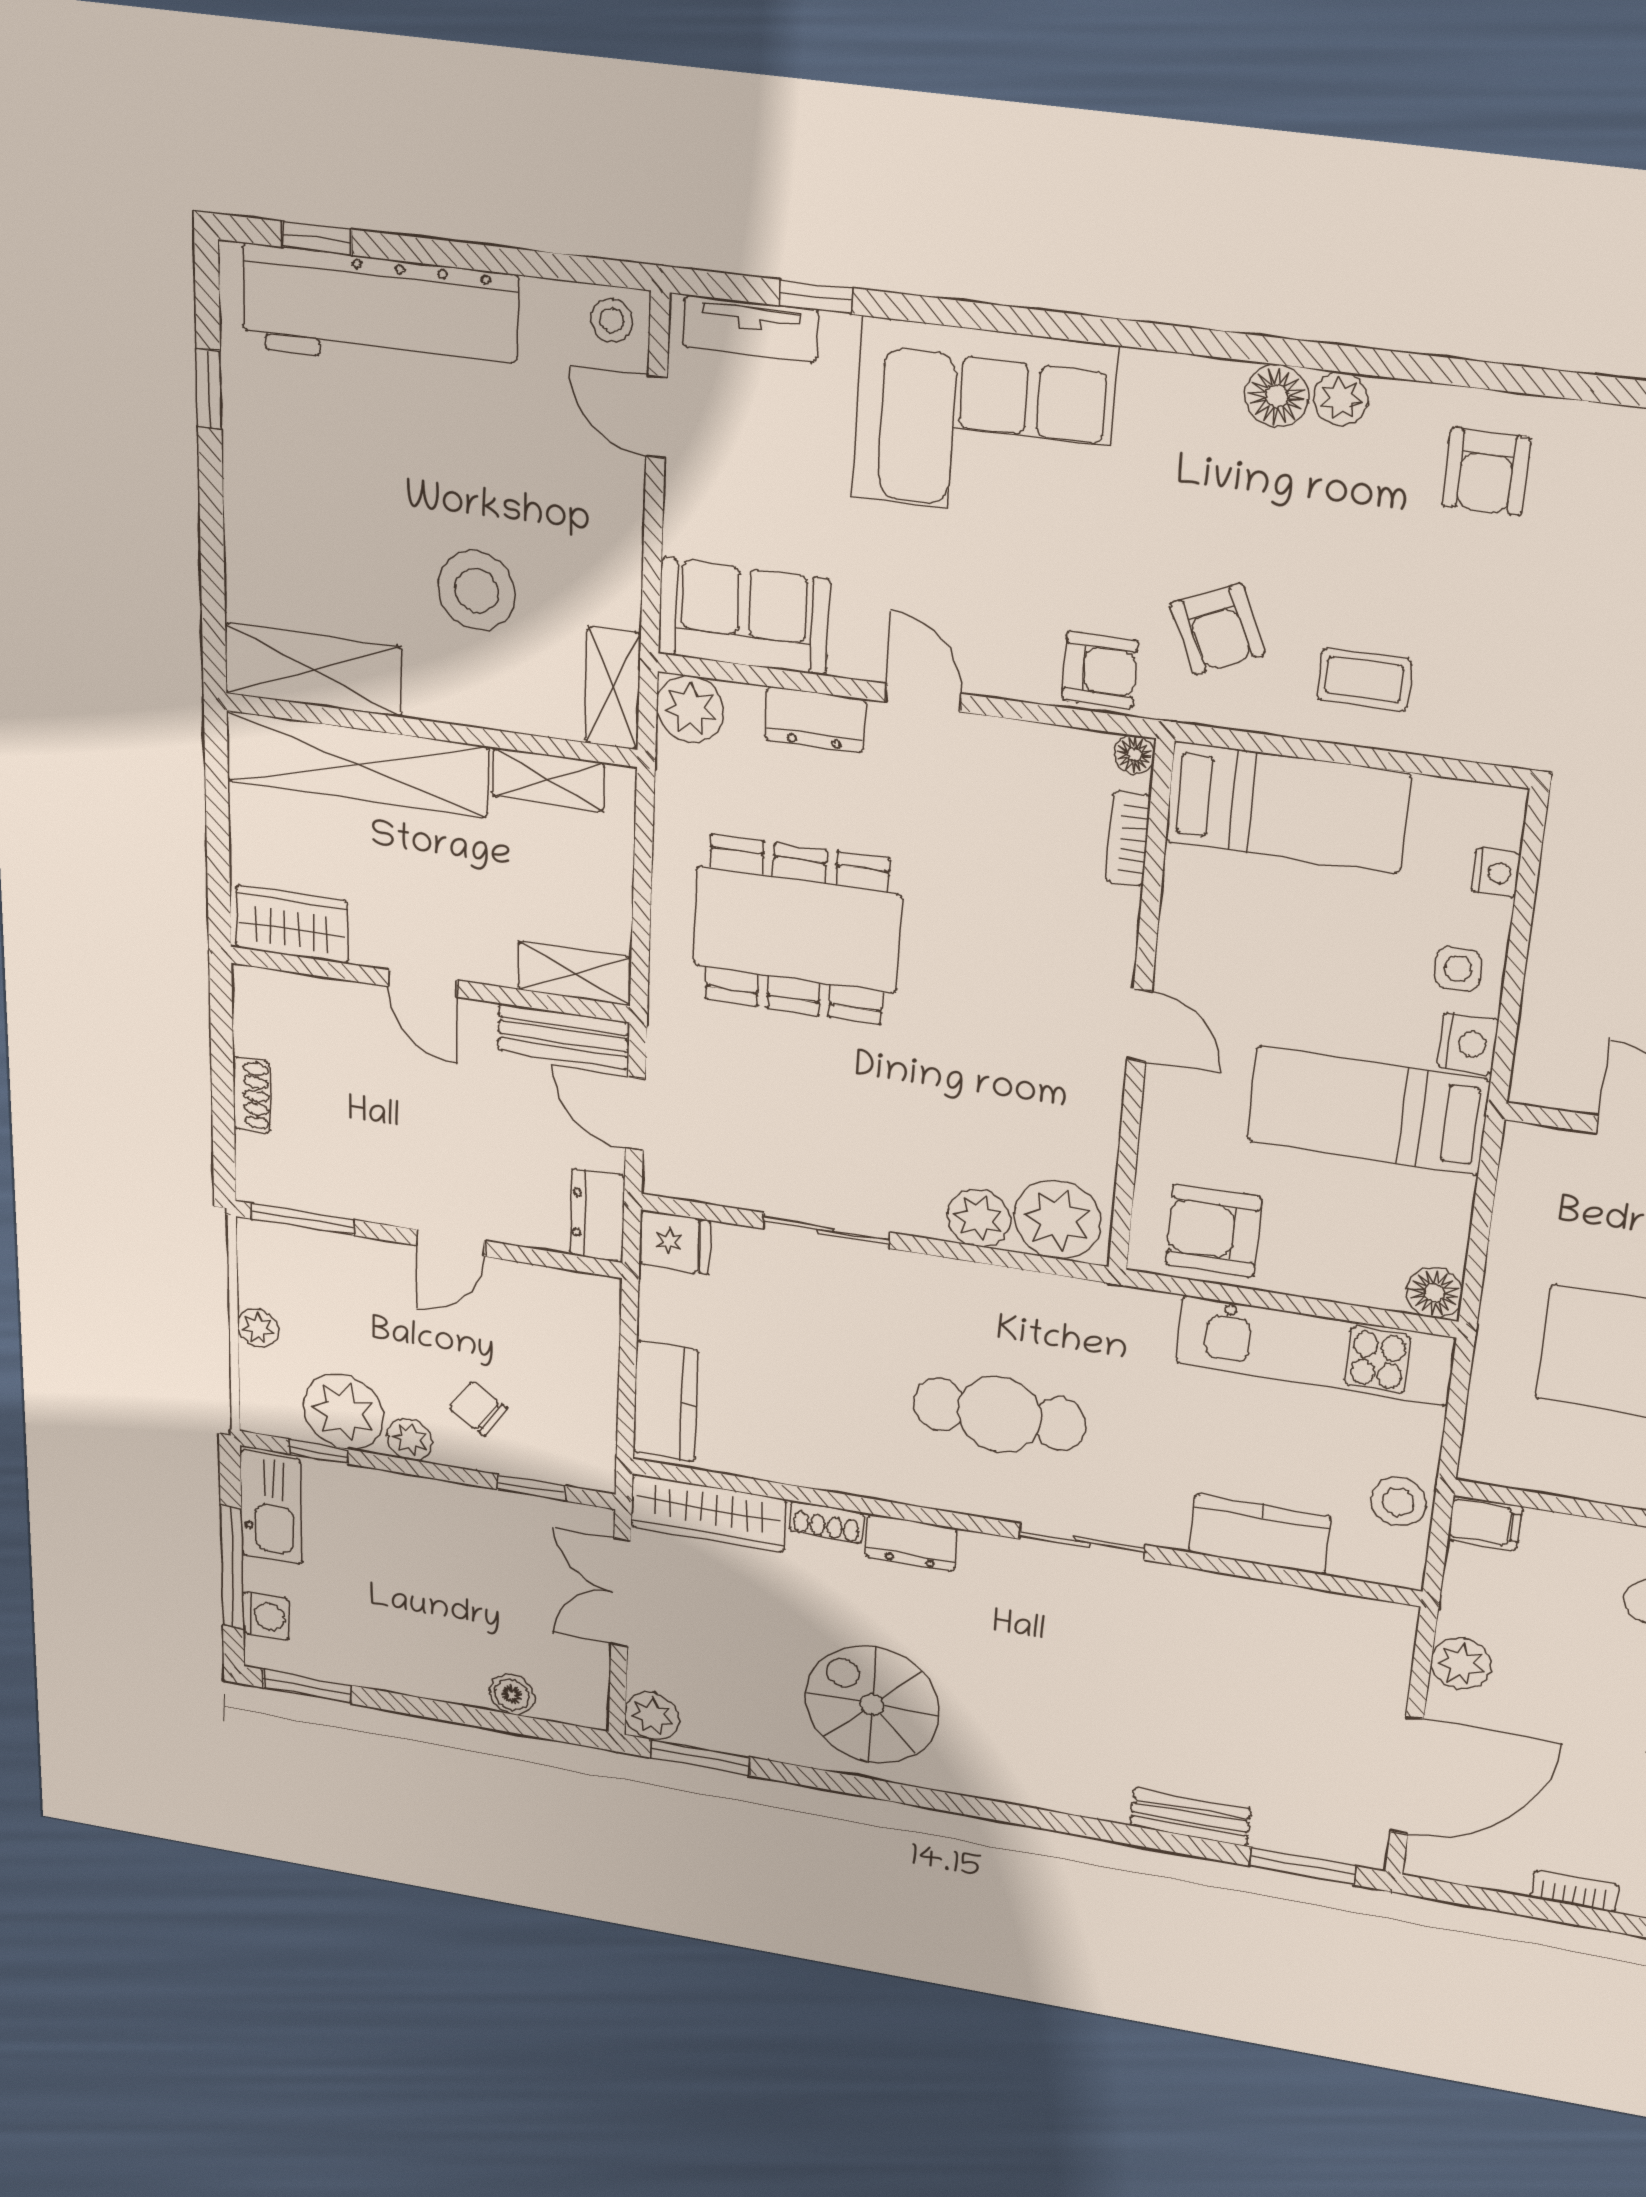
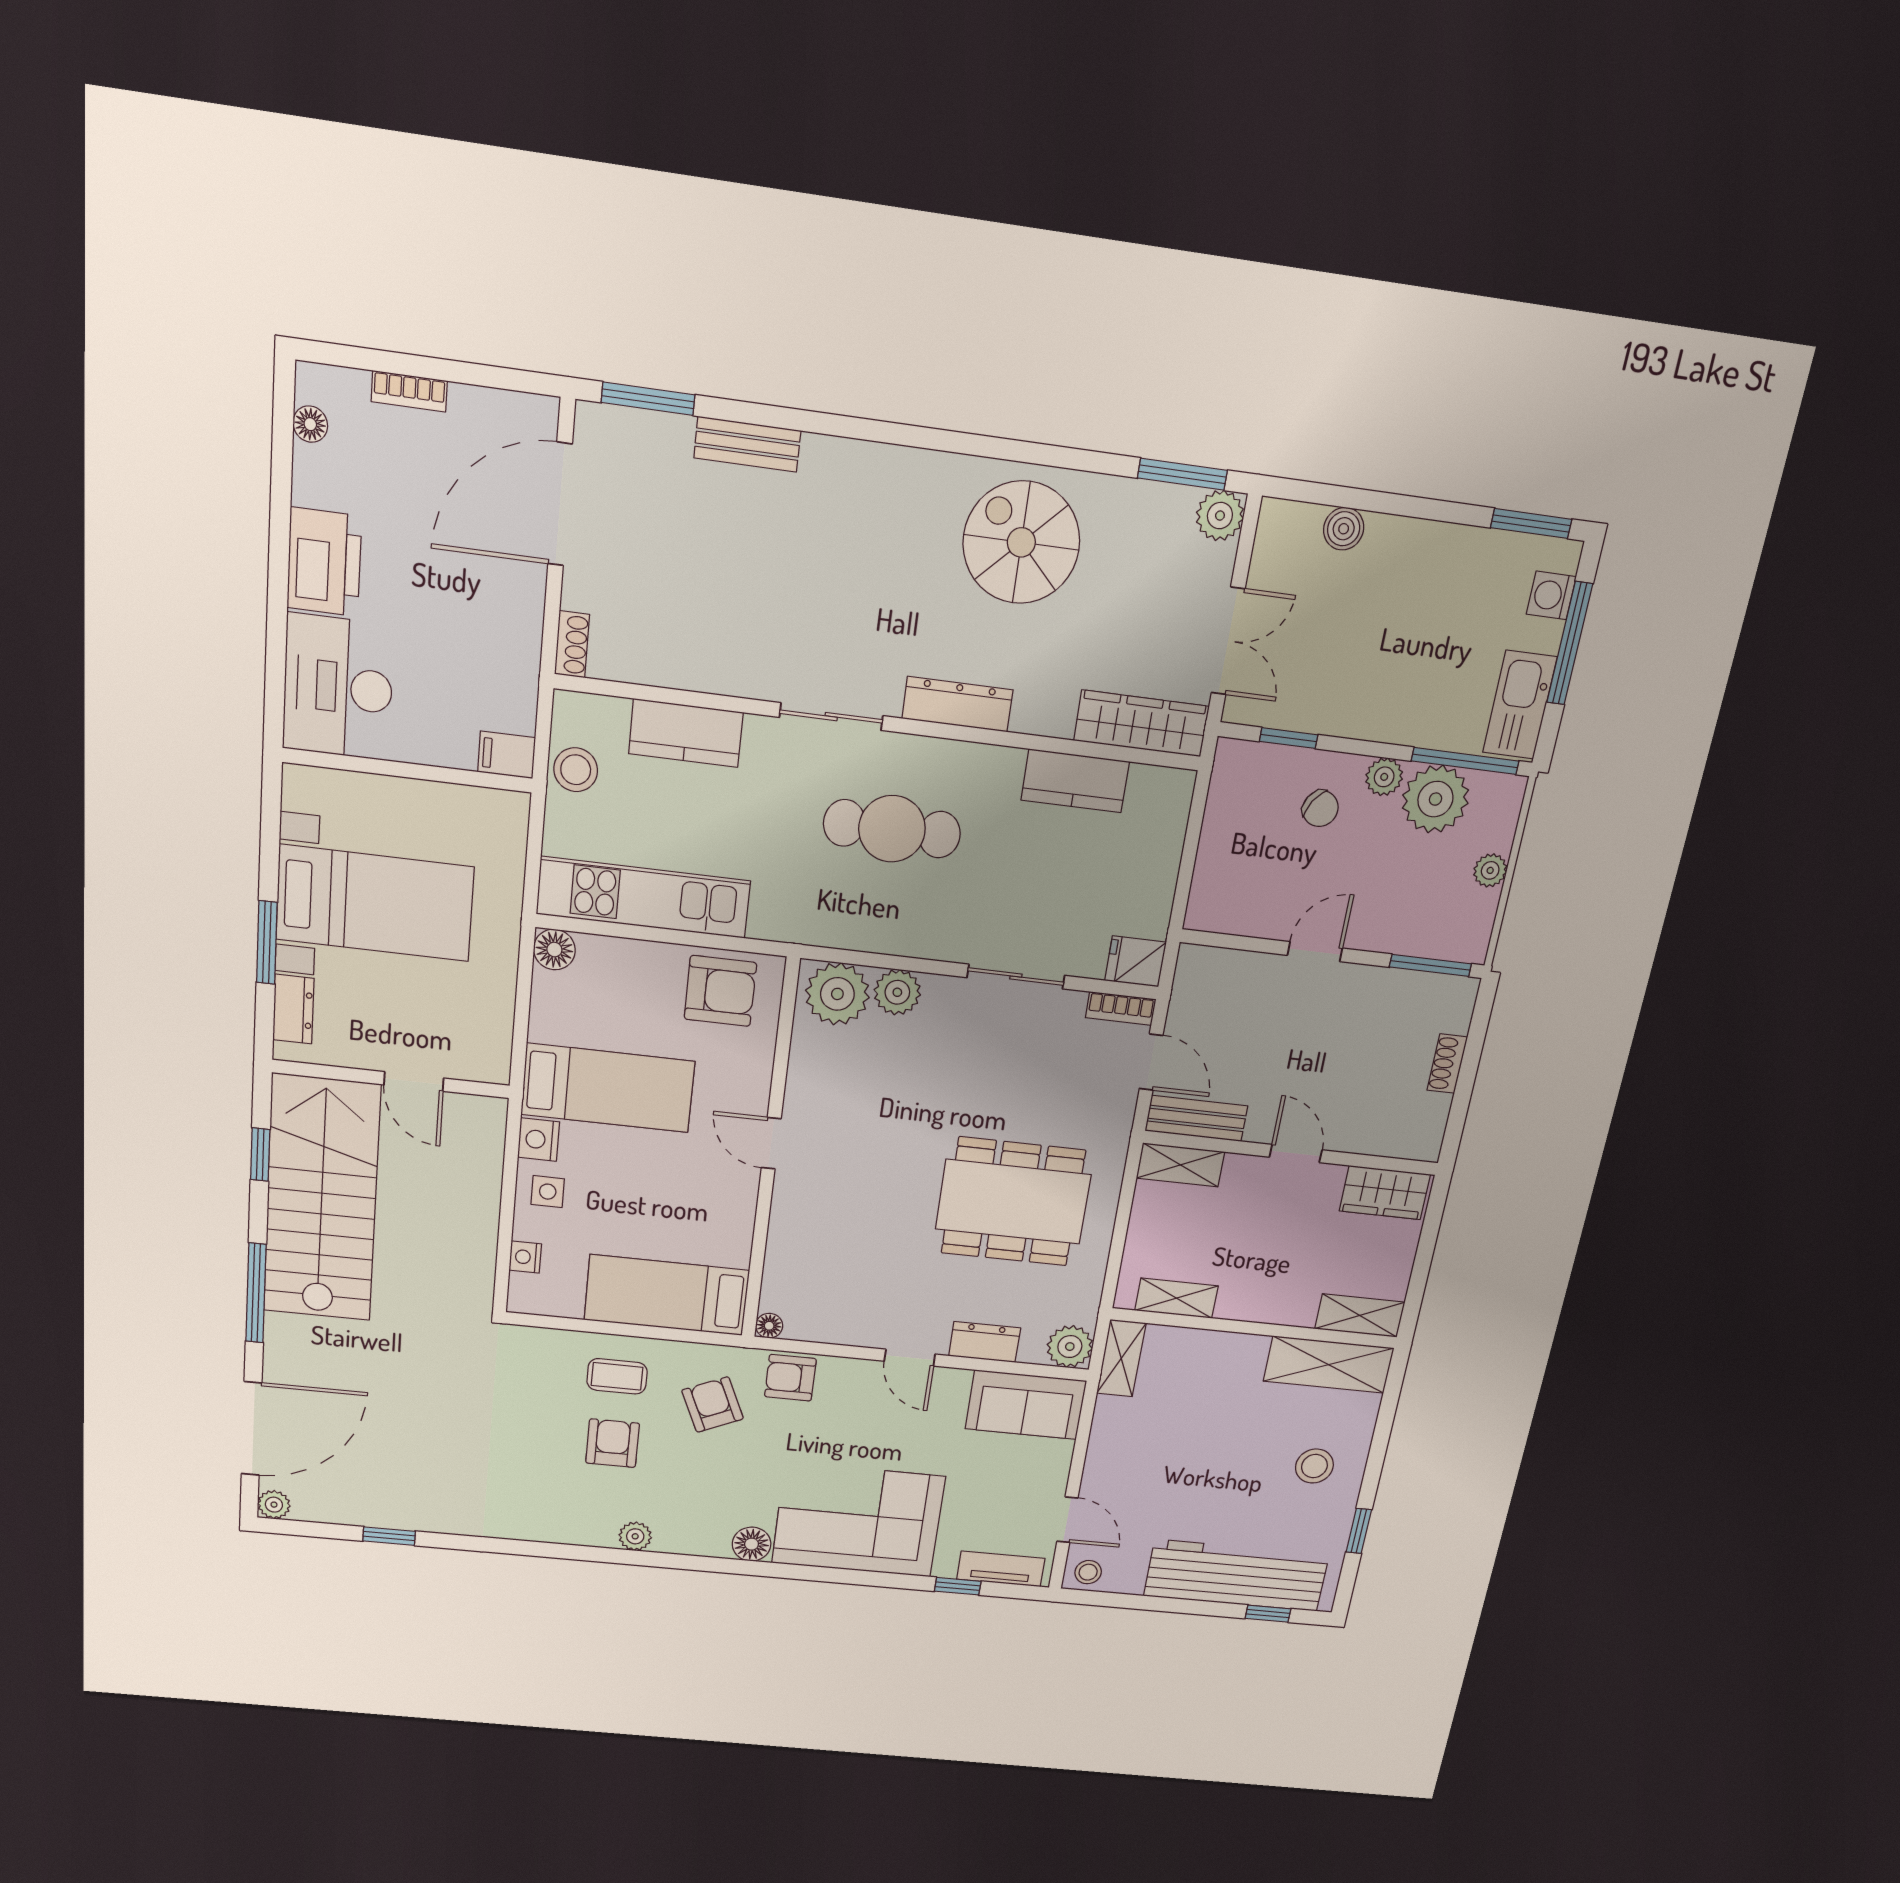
floor lamp: (1277, 396) -> (752, 1544), moved
armchair: (1486, 472) -> (613, 1443), moved
stool: (477, 591) -> (1314, 1466), moved, width x0.73, depth x0.73
shelving: (357, 764) -> (1360, 1315), width x0.45, depth x0.75
bookcase: (1128, 839) -> (1121, 1008), moved, turned 90
dresser: (598, 1215) -> (1193, 980), removed
kitchen counter: (666, 1402) -> (1075, 781), moved, turned -90
window: (319, 1452) -> (1465, 761), width x2.17
shoe rack: (826, 1522) -> (572, 644), moved, turned 90
dresser: (911, 1543) -> (957, 704), width x1.44
plant: (1461, 1664) -> (520, 621), removed
spiral stairs: (872, 1705) -> (1021, 542), turned 180

